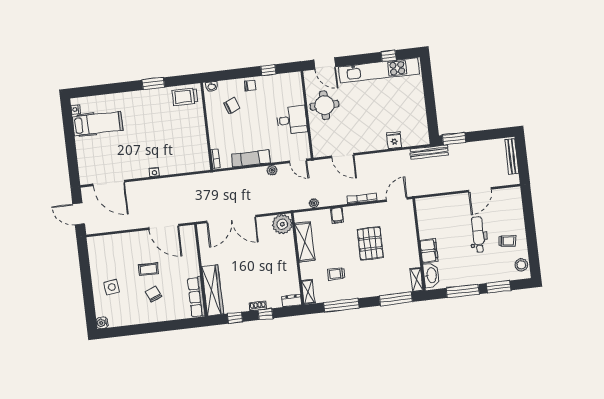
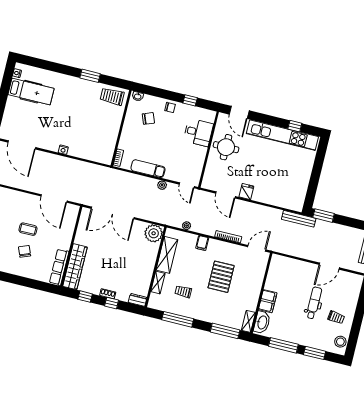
desk: (292, 120) -> (198, 132), moved
fridge: (394, 140) -> (246, 192), moved
shelving: (308, 292) -> (158, 283), moved

